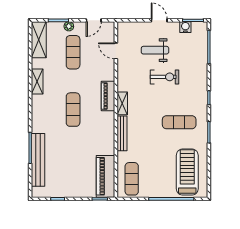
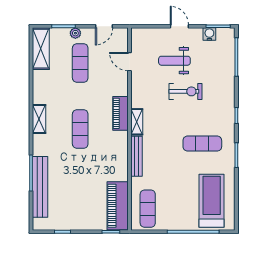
shelving: (37, 81) -> (39, 119), moved

